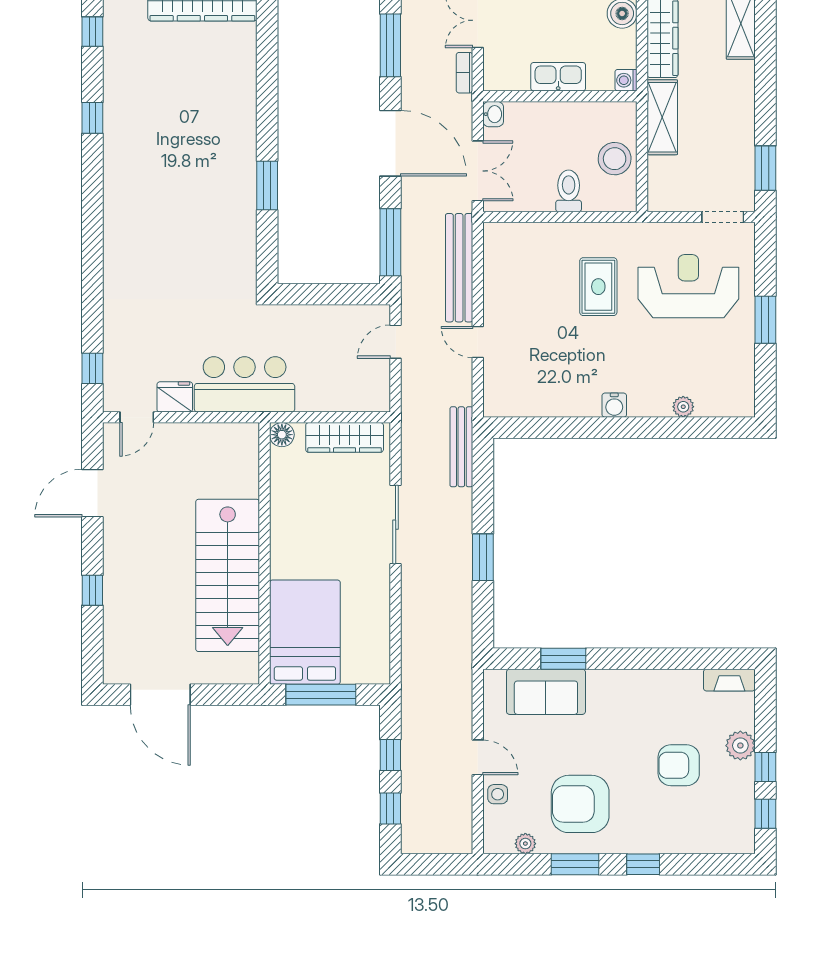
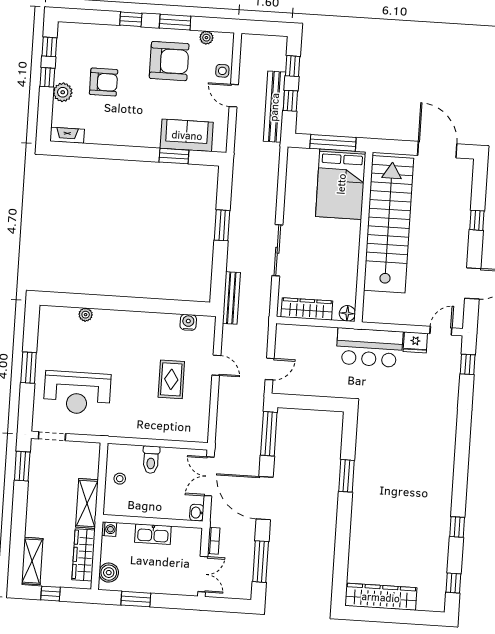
stool: (615, 159) -> (120, 479), width x0.53, depth x0.53
bench: (459, 268) -> (274, 107), moved
rug: (598, 287) -> (171, 379), moved
water cooler: (614, 405) -> (188, 322), moved
stairs: (228, 575) -> (389, 224), width x1.36

